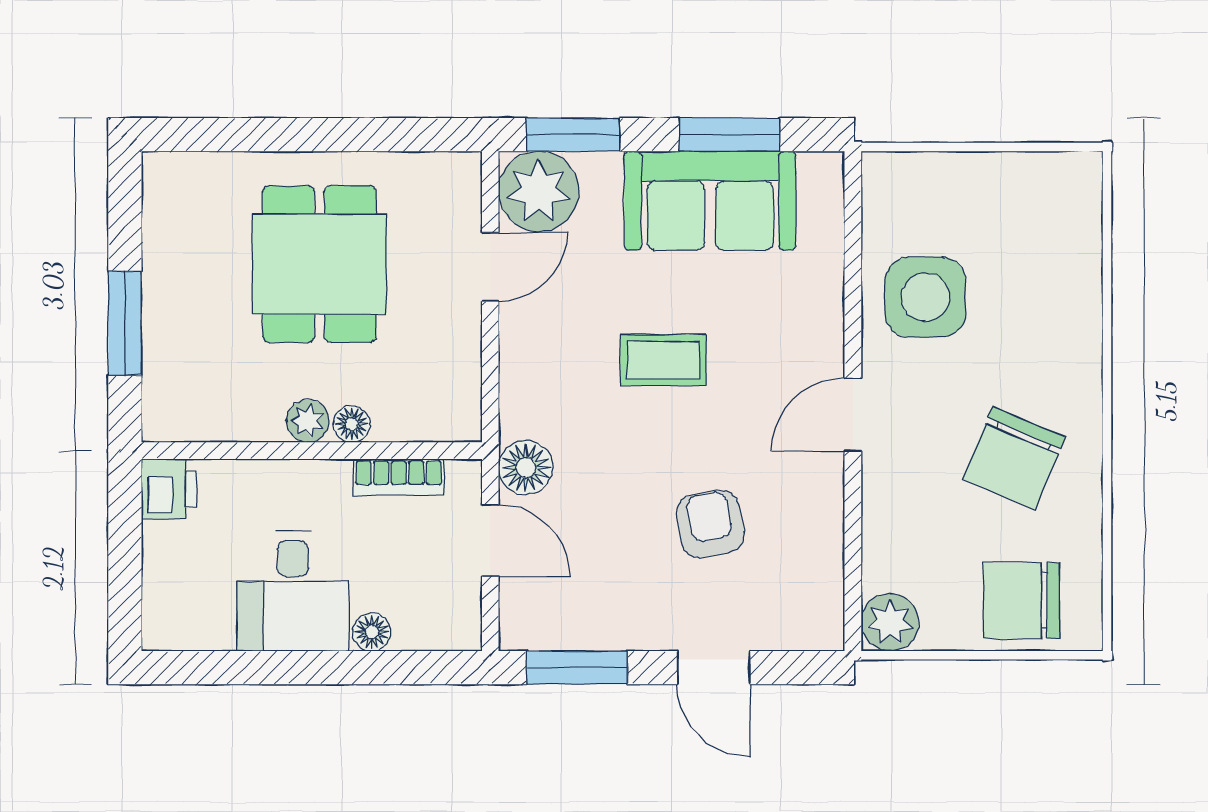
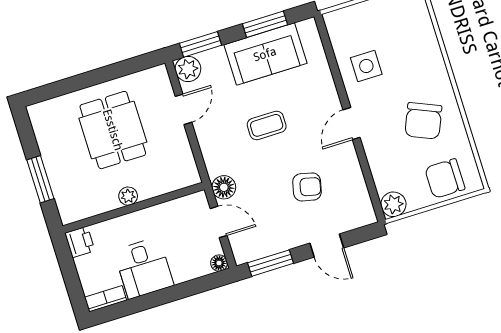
plant: (539, 191) -> (188, 69), width x0.73, depth x0.73
side table: (925, 297) -> (366, 66), width x0.73, depth x0.73
floor lamp: (352, 424) -> (147, 192), removed
bookcase: (399, 477) -> (106, 299), moved, turned 180
armchair: (710, 524) -> (307, 187), turned 113
floor lamp: (372, 632) -> (219, 263), moved

